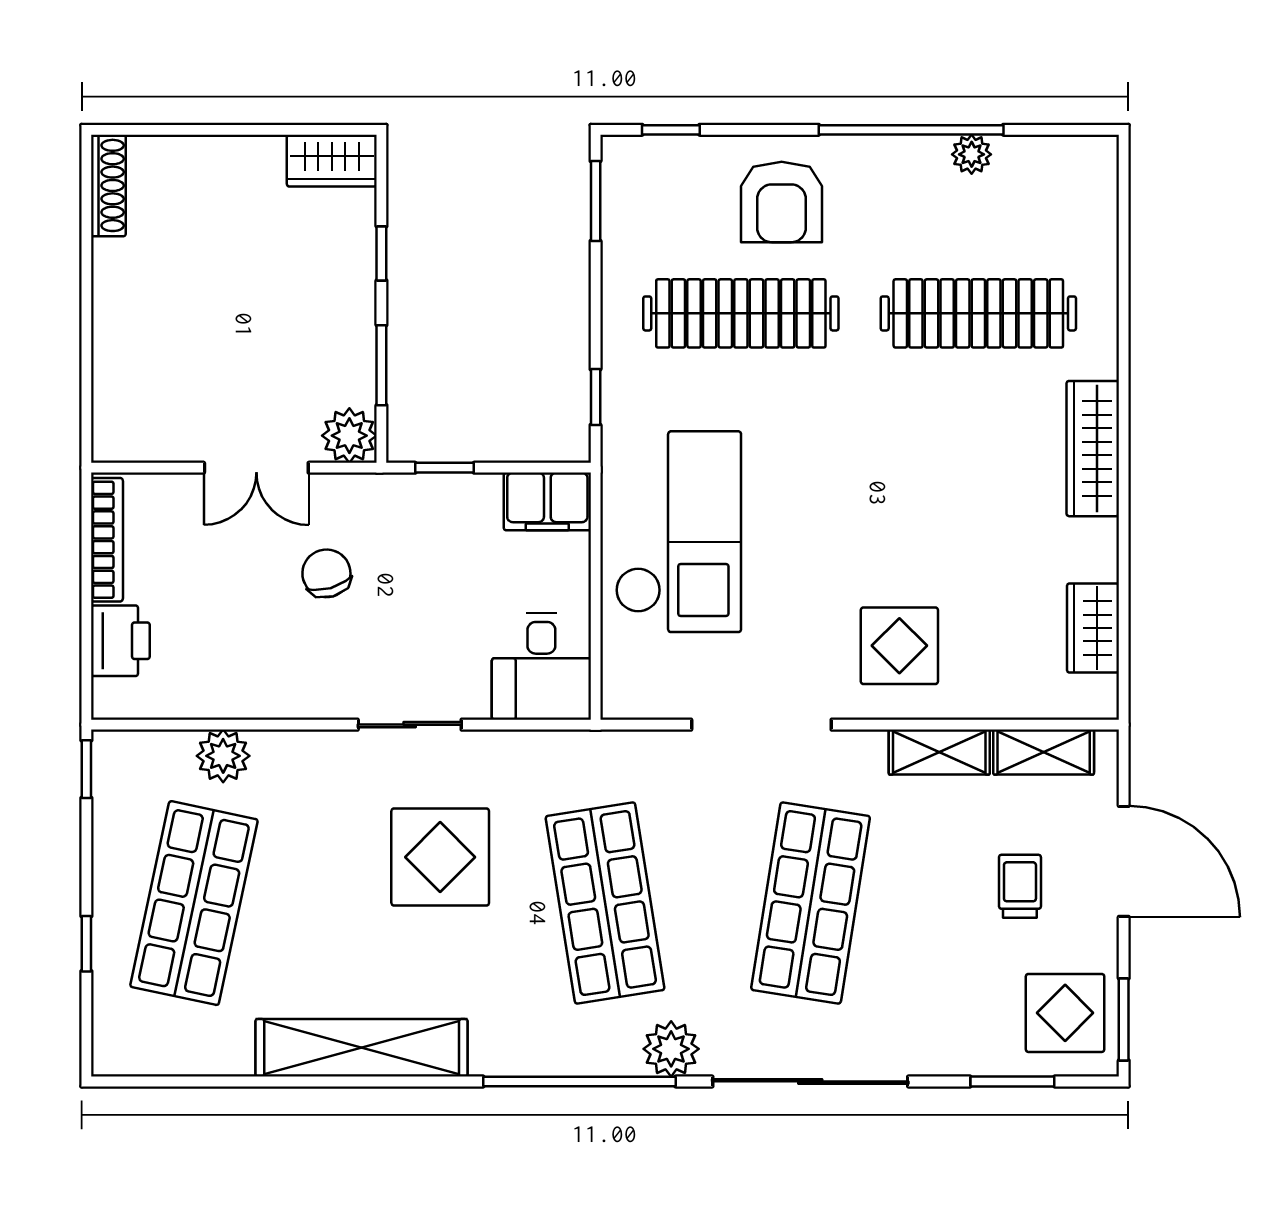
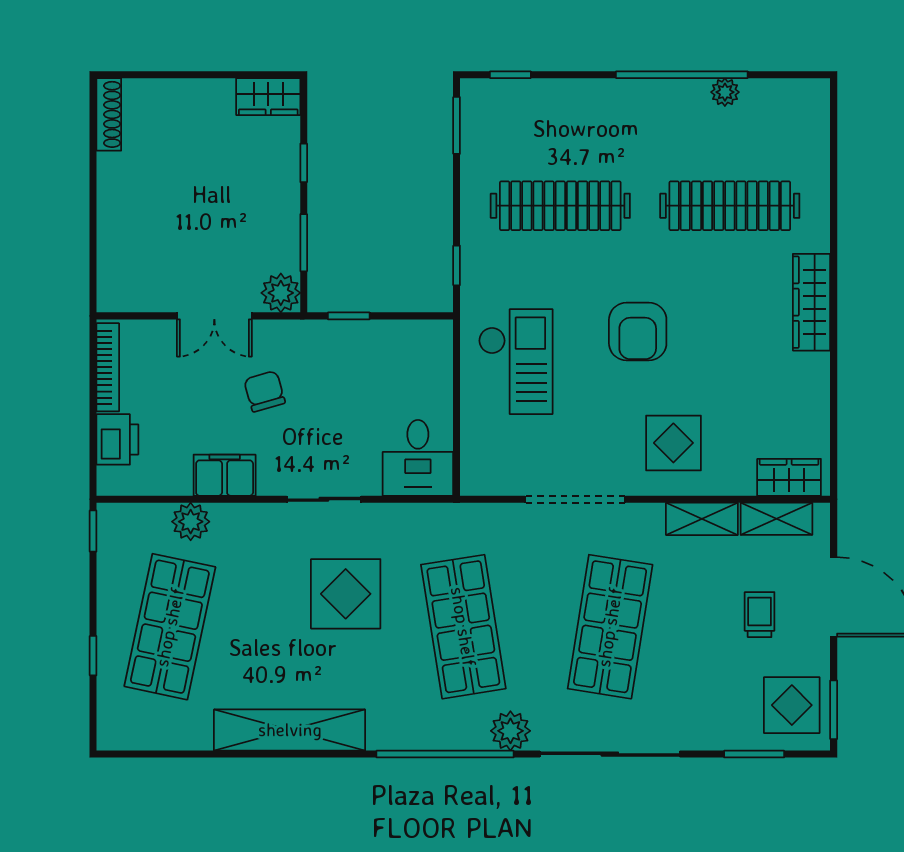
armchair: (782, 202) -> (638, 332), moved
filing cabinet: (547, 501) -> (225, 475), moved, turned 180
checkout: (678, 532) -> (516, 362), width x0.73, depth x0.83
wardrobe: (1093, 628) -> (789, 477), moved, turned 90

